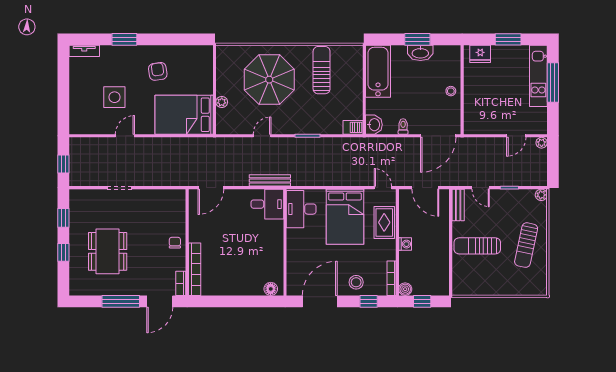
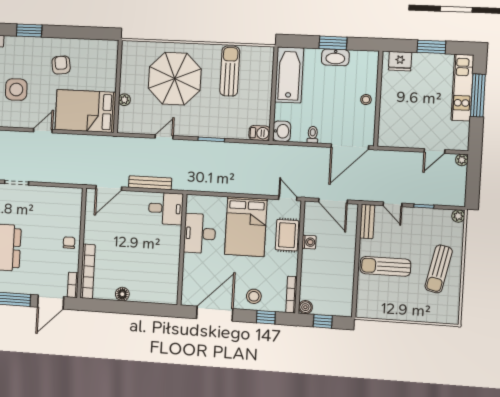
door: (125, 136) -> (43, 131), moved
bench: (270, 180) -> (150, 183), moved
desk: (301, 209) -> (200, 234), moved
washing machine: (405, 244) -> (309, 242), moved
floor lamp: (271, 289) -> (122, 294), moved

